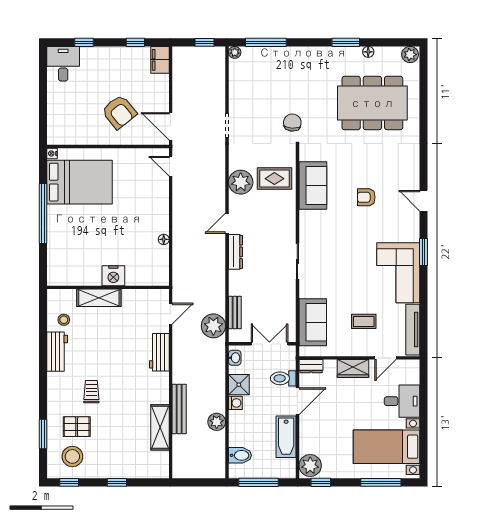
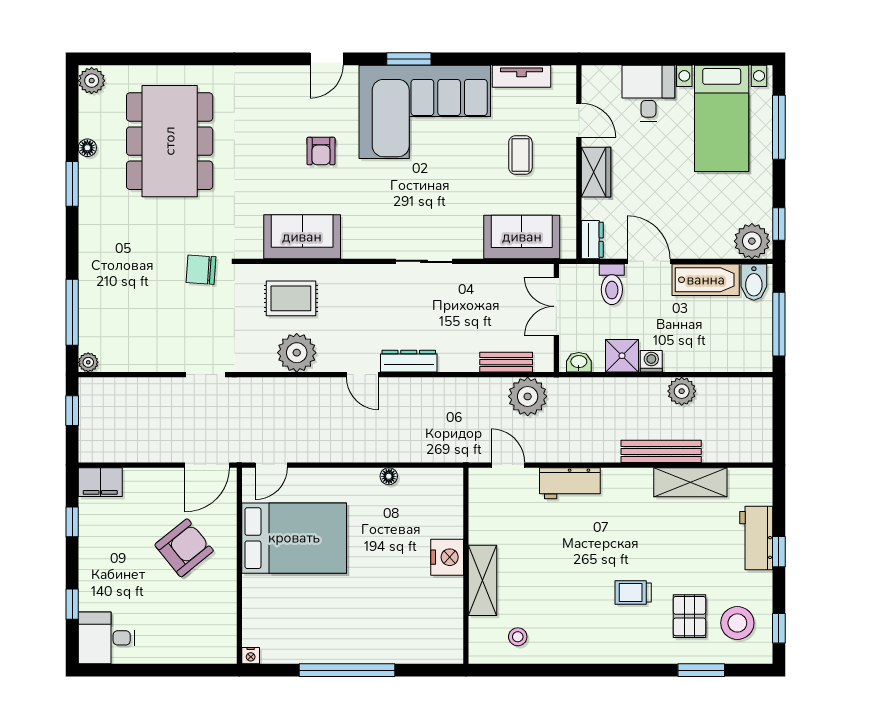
rug: (274, 179) -> (291, 298), turned 90
bed: (79, 182) -> (294, 538), moved, turned 90
corner sofa: (398, 273) -> (425, 112), width x1.36, depth x1.36
tv unit: (413, 330) -> (522, 76), width x0.71
workbench: (57, 352) -> (756, 538), moved, turned -90
bidet: (240, 455) -> (754, 282), moved, turned 180

